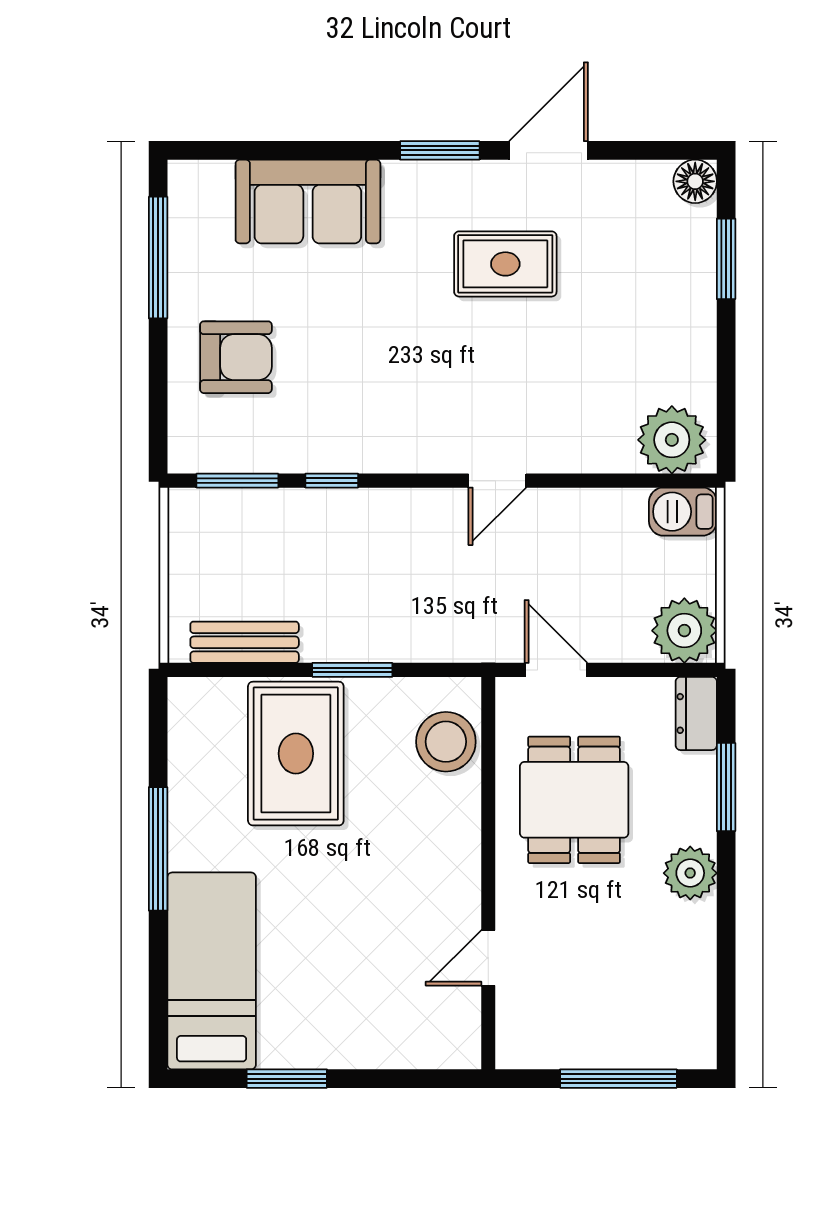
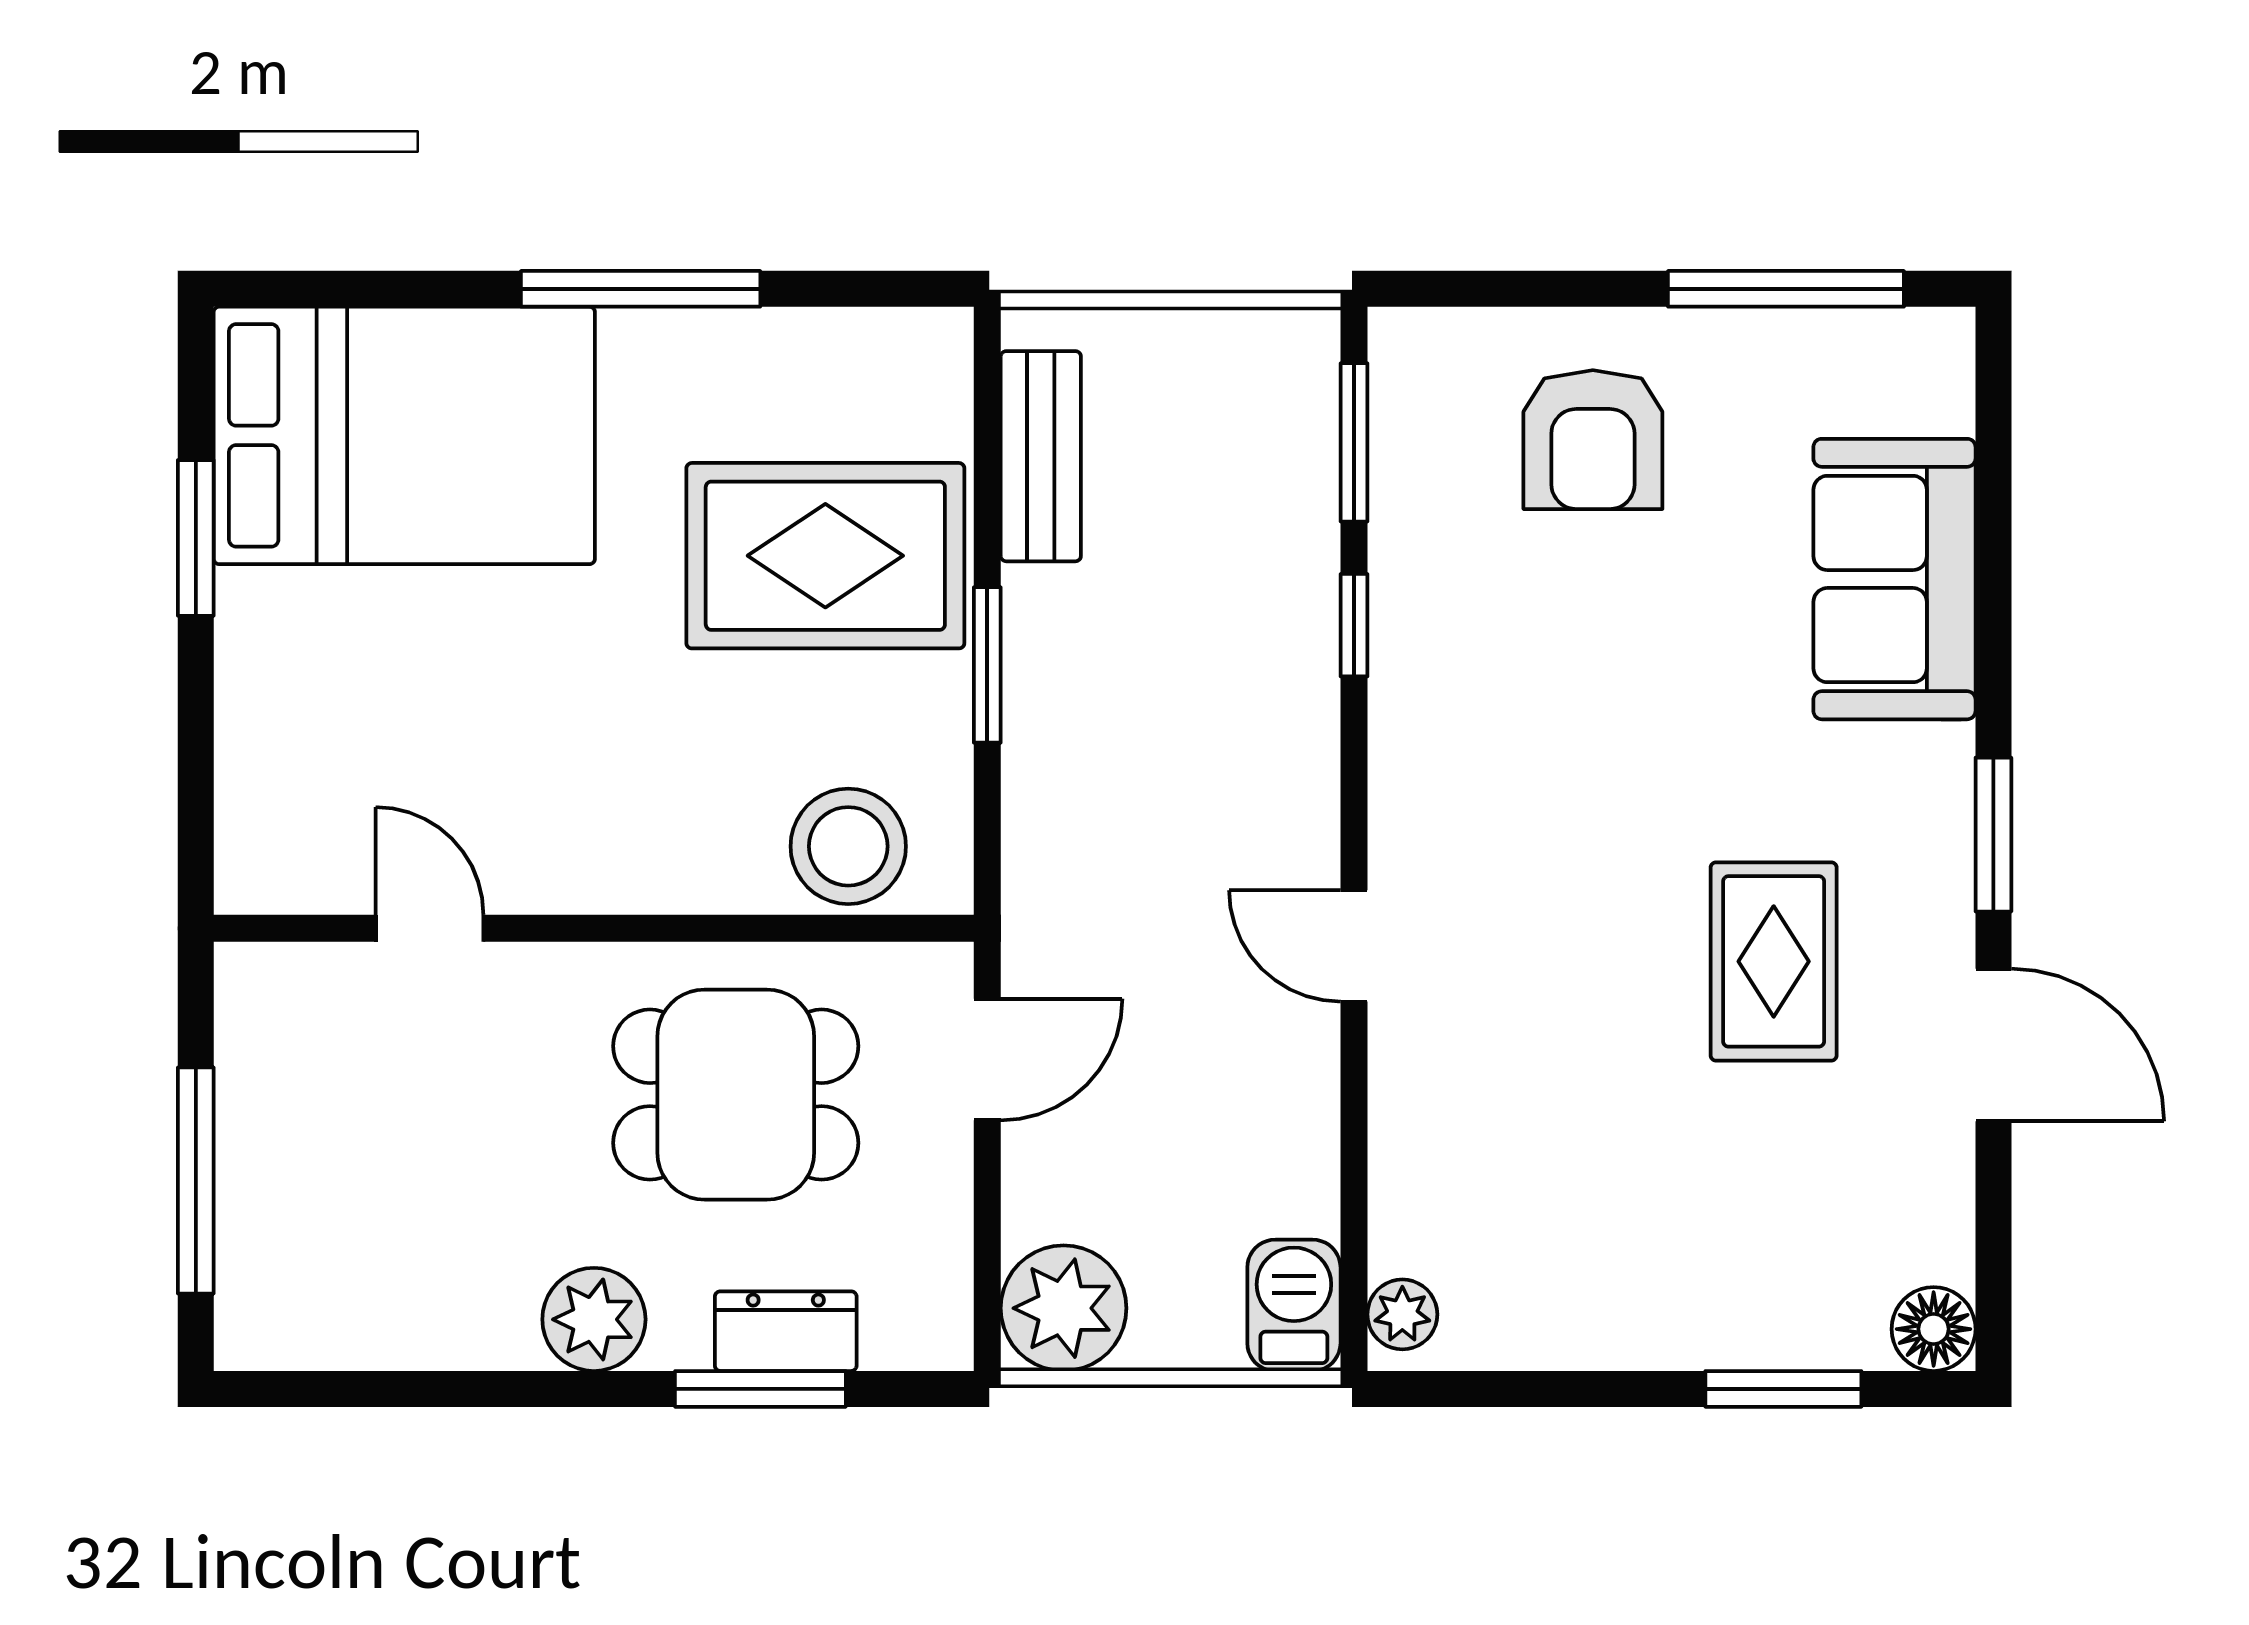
plant: (672, 440) -> (1402, 1314), width x0.53, depth x0.53
dresser: (696, 713) -> (786, 1331), moved
bed: (212, 971) -> (404, 435), width x1.50

